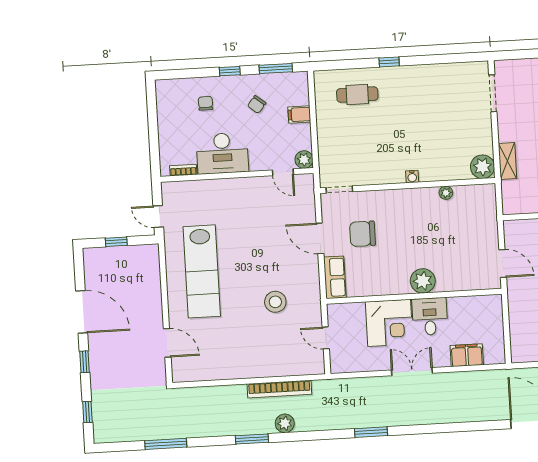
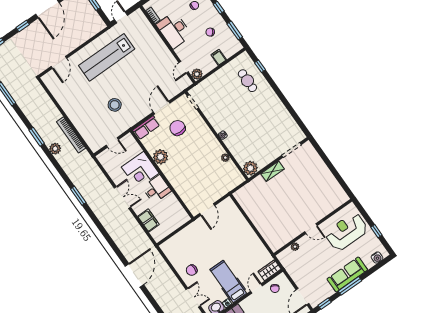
window: (389, 62) -> (260, 66), moved
shelving: (507, 161) -> (272, 171), moved
plant: (423, 281) -> (160, 157), moved
door: (326, 338) -> (112, 142), swing flipped

